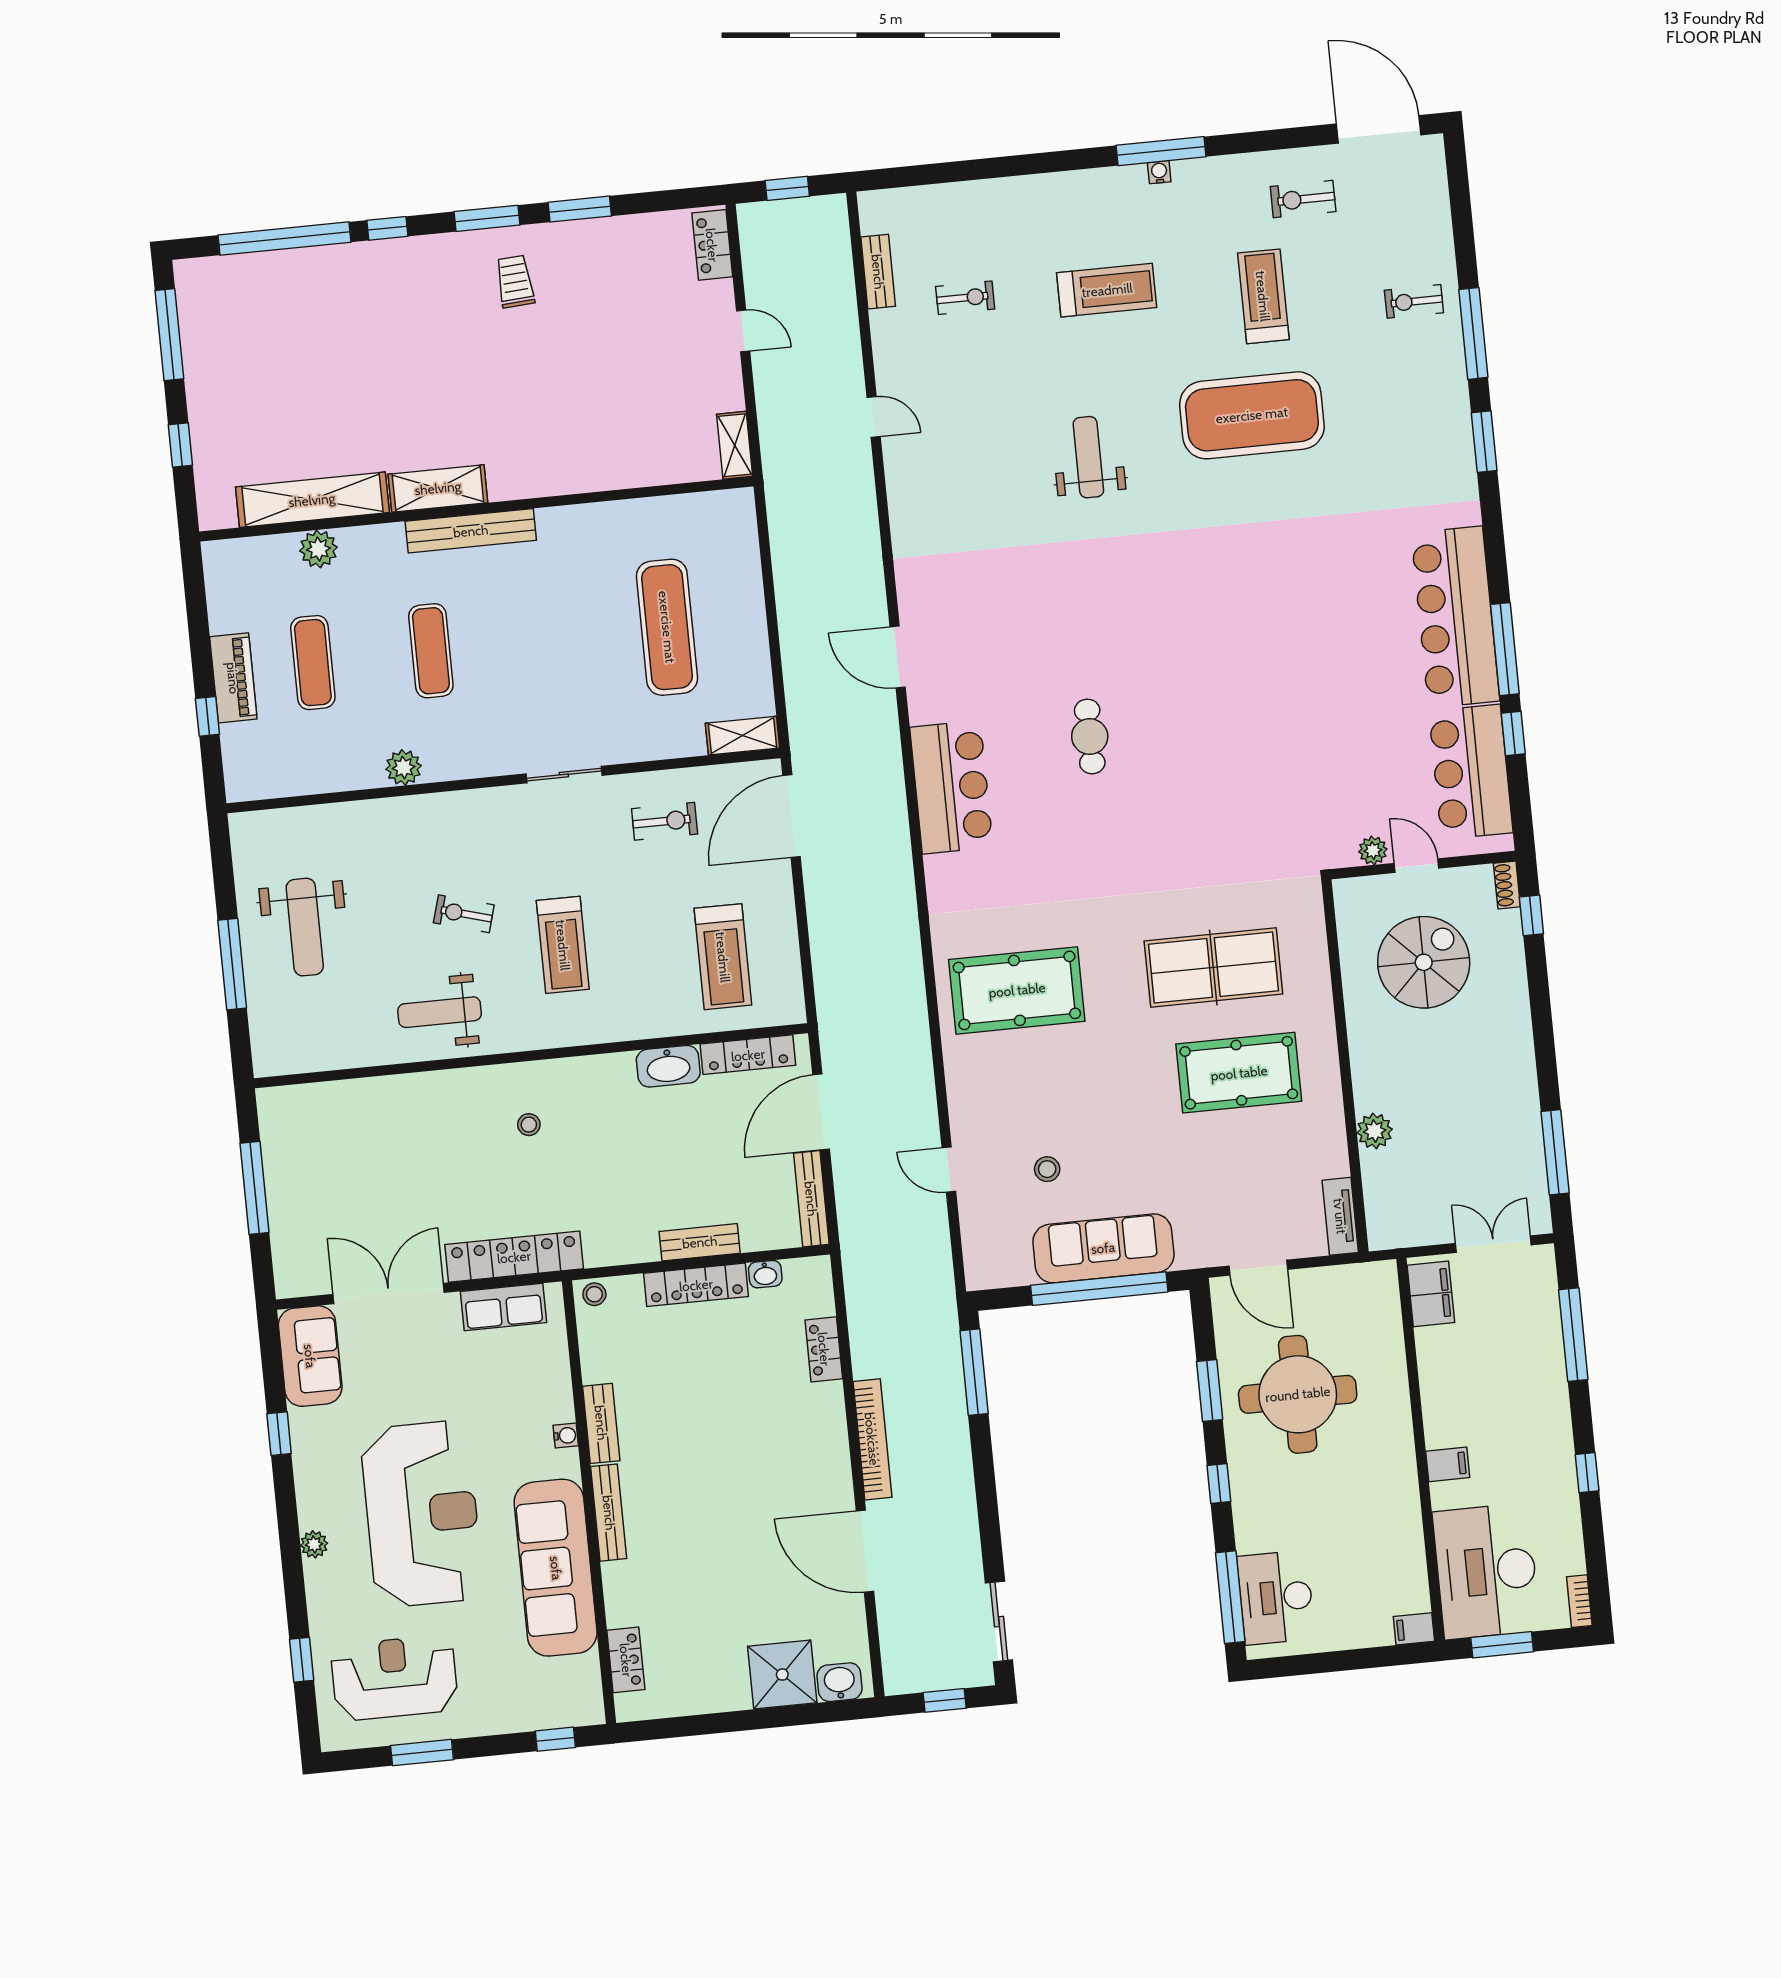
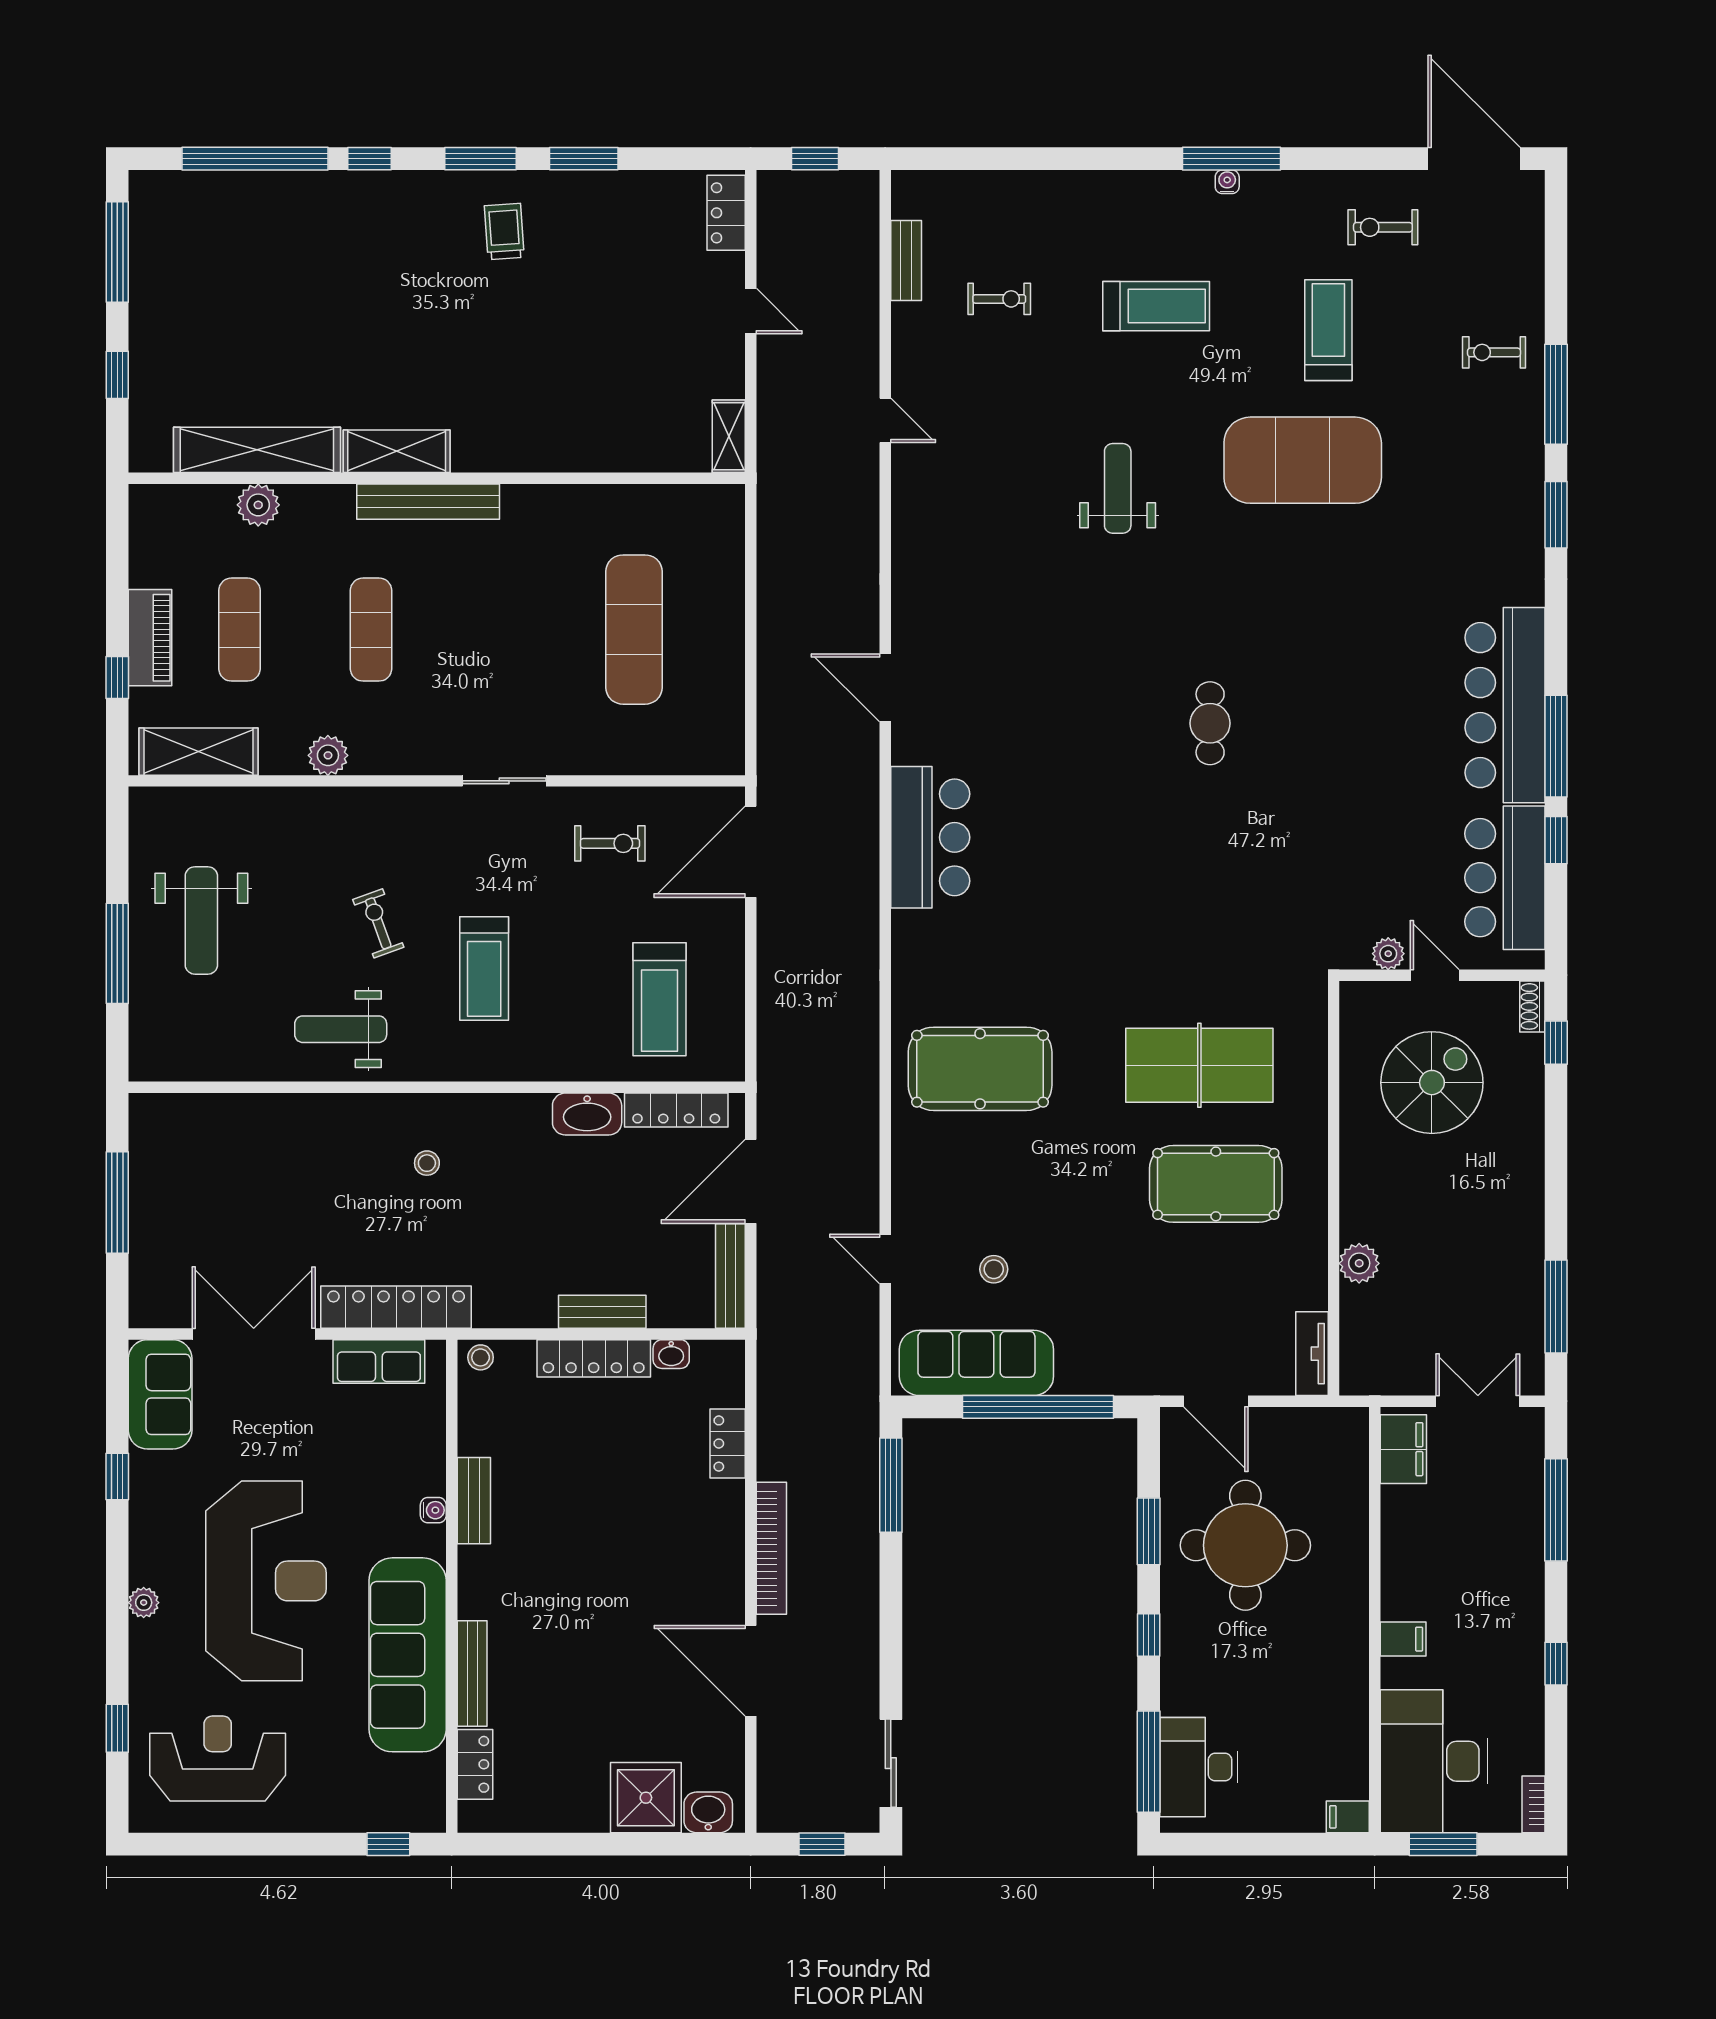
shelving: (743, 736) -> (199, 752), moved, width x1.50, depth x1.33
cafe table: (1090, 737) -> (1210, 723), moved
exercise bike: (464, 914) -> (378, 923), turned 54
sofa: (1103, 1248) -> (976, 1363), moved
bench: (609, 1513) -> (472, 1673), moved
window: (422, 1753) -> (240, 1844), removed

